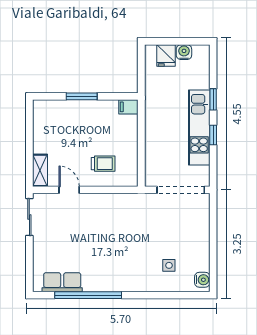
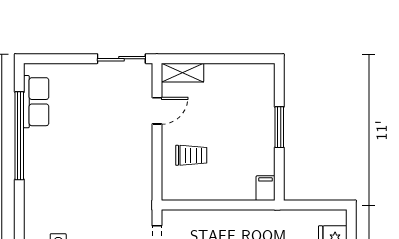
trolley: (103, 164) -> (191, 155), turned -90

